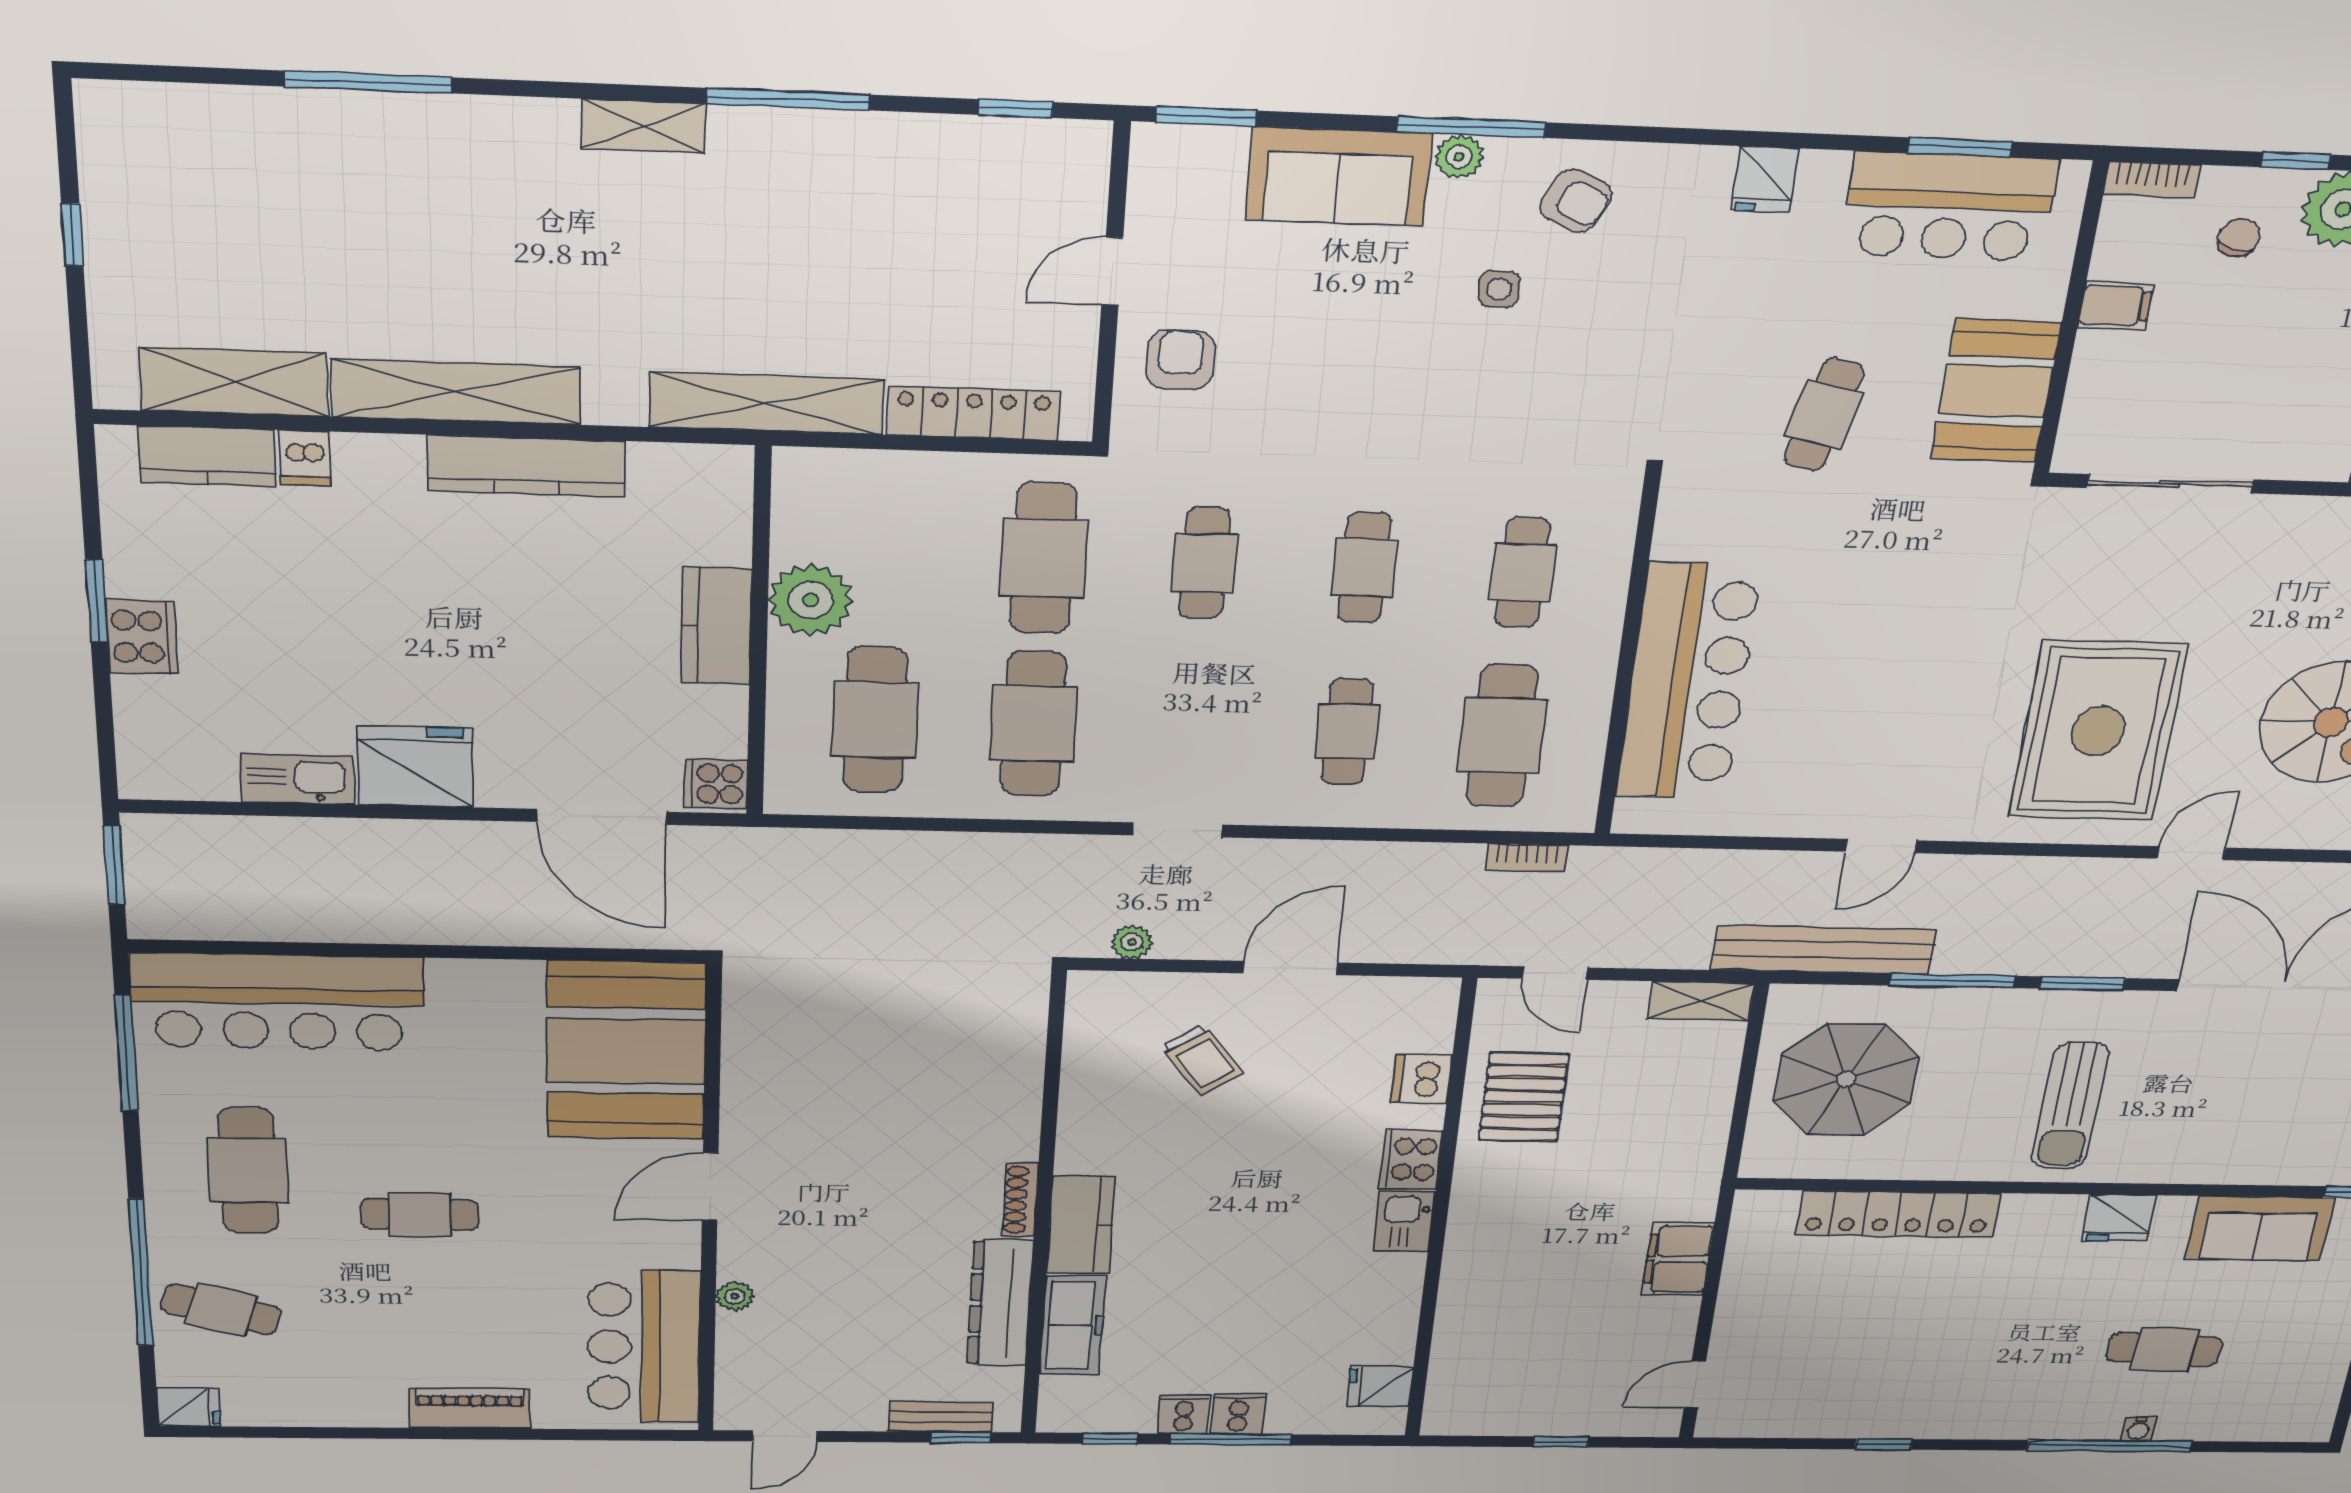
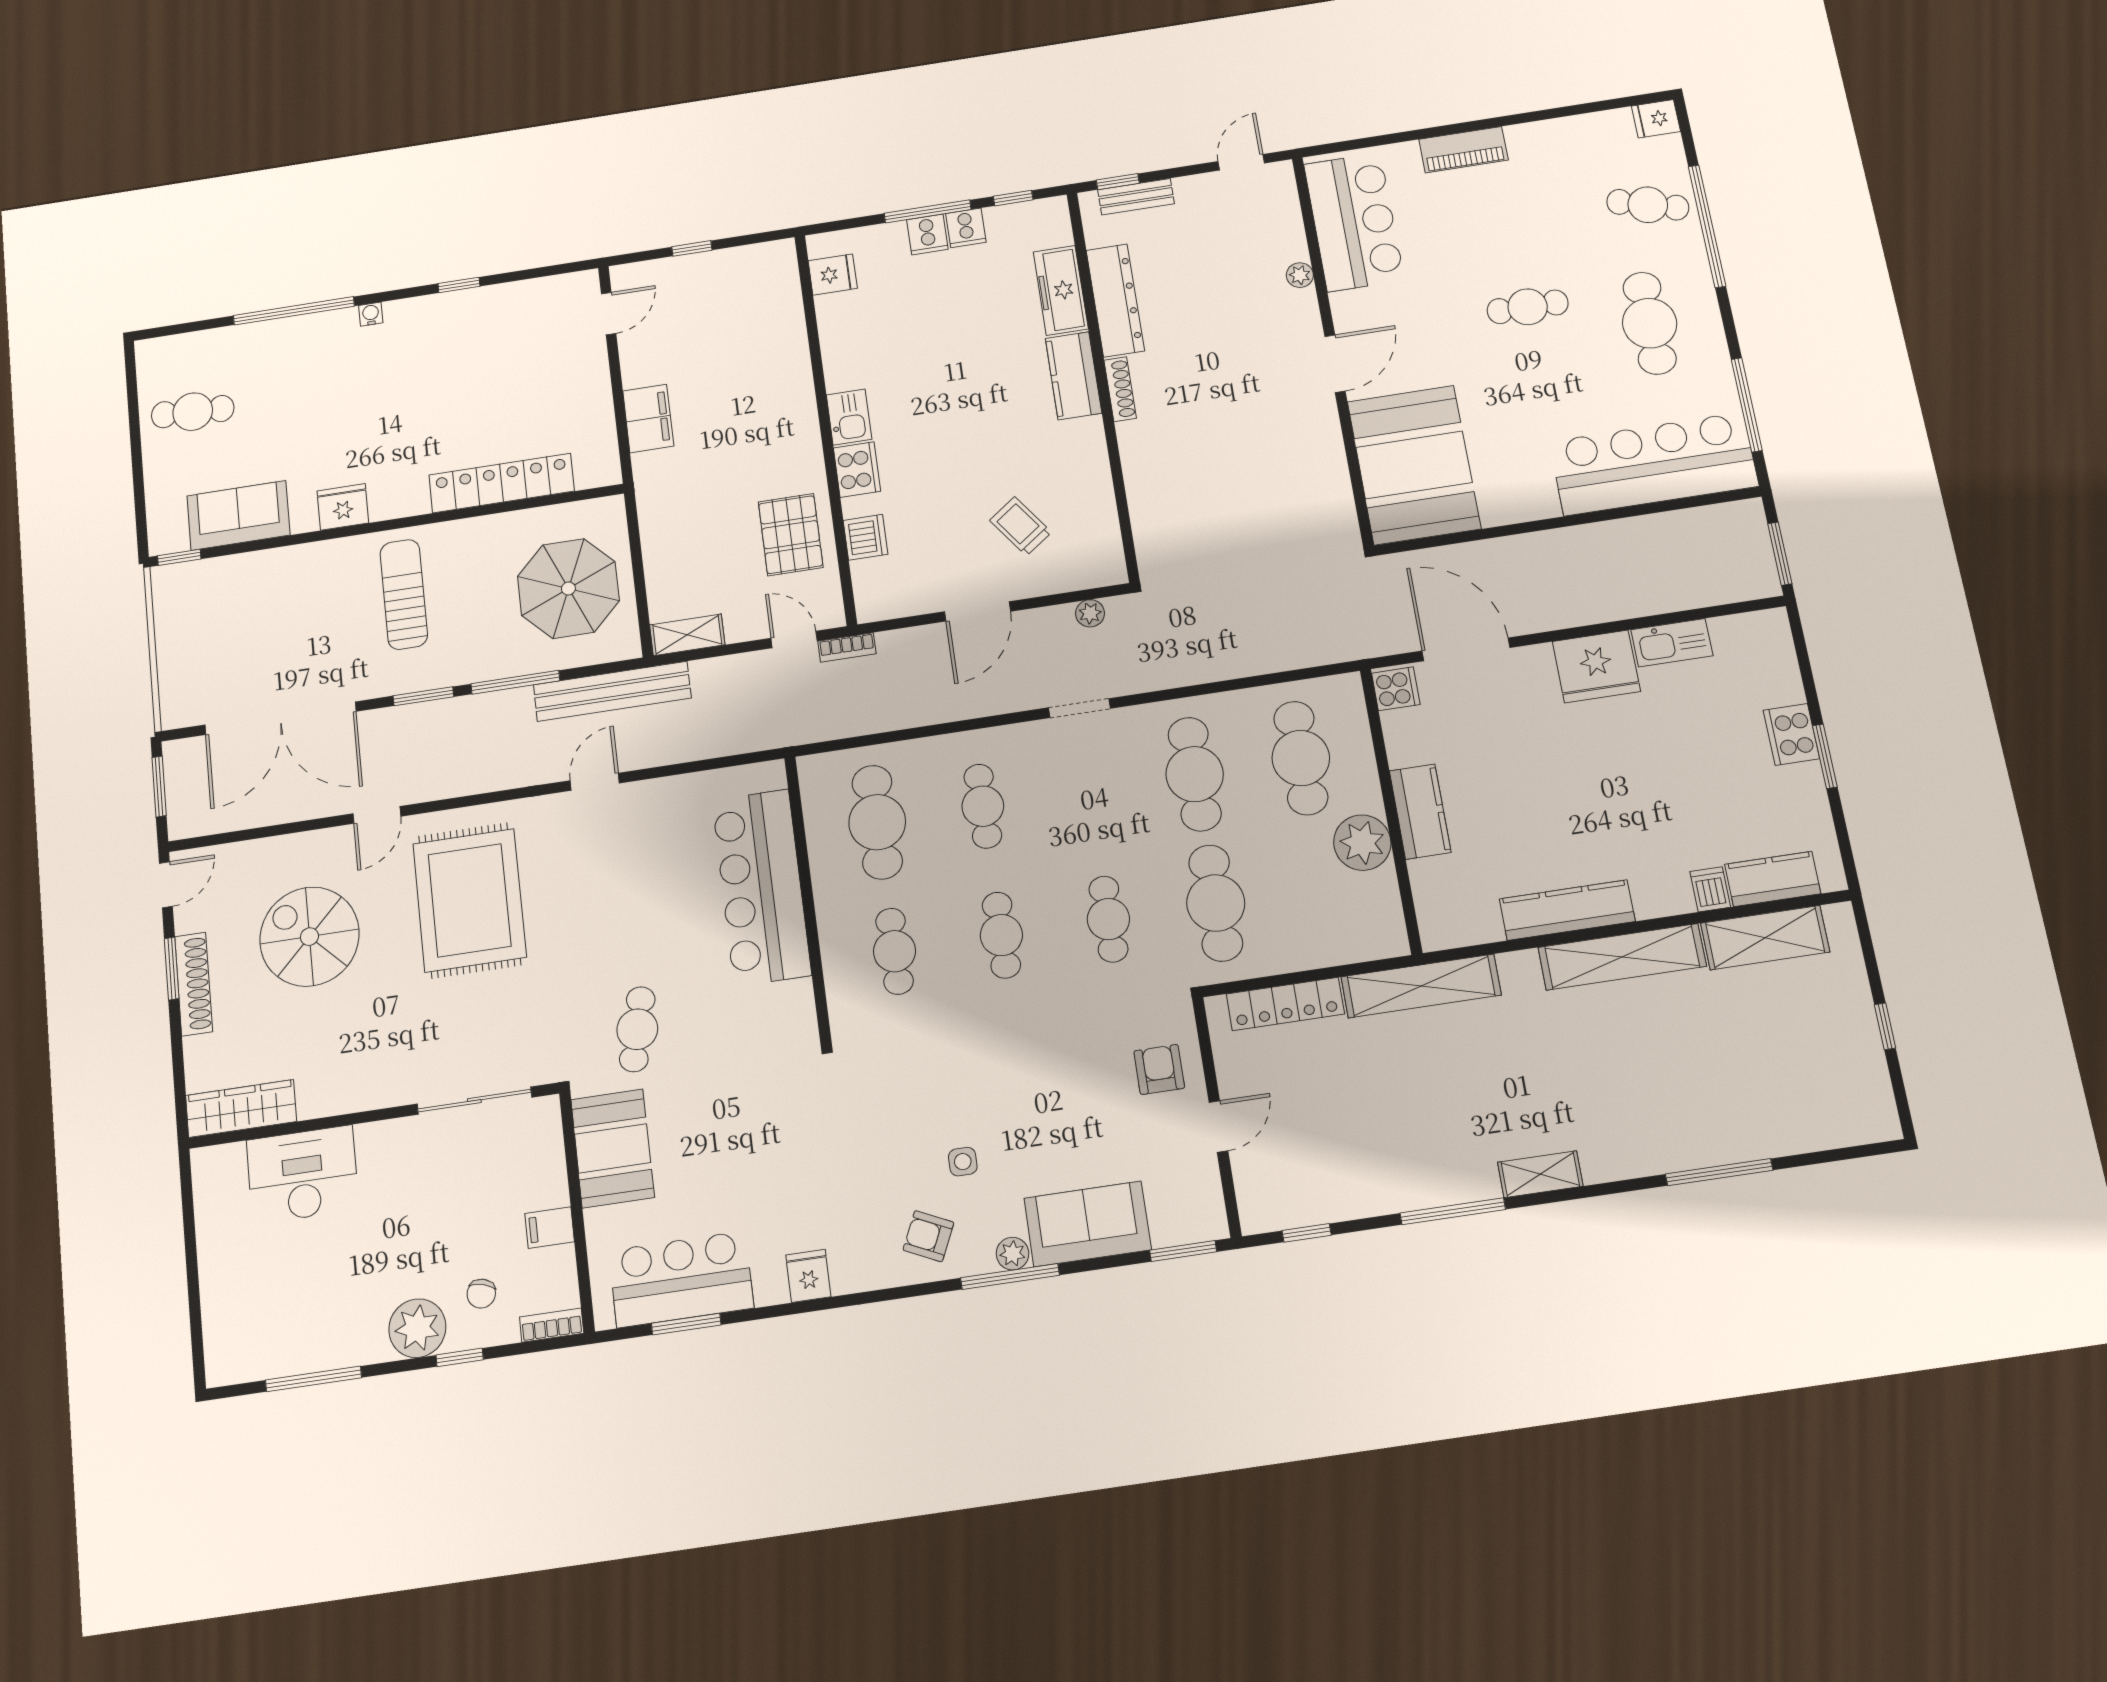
armchair: (1180, 360) -> (1159, 1069), turned 180
cafe table: (1824, 415) -> (637, 1029), moved
bookcase: (1527, 858) -> (847, 647), moved, turned 180
cafe table: (2164, 1349) -> (193, 412), moved
water cooler: (2139, 1429) -> (371, 314), moved

